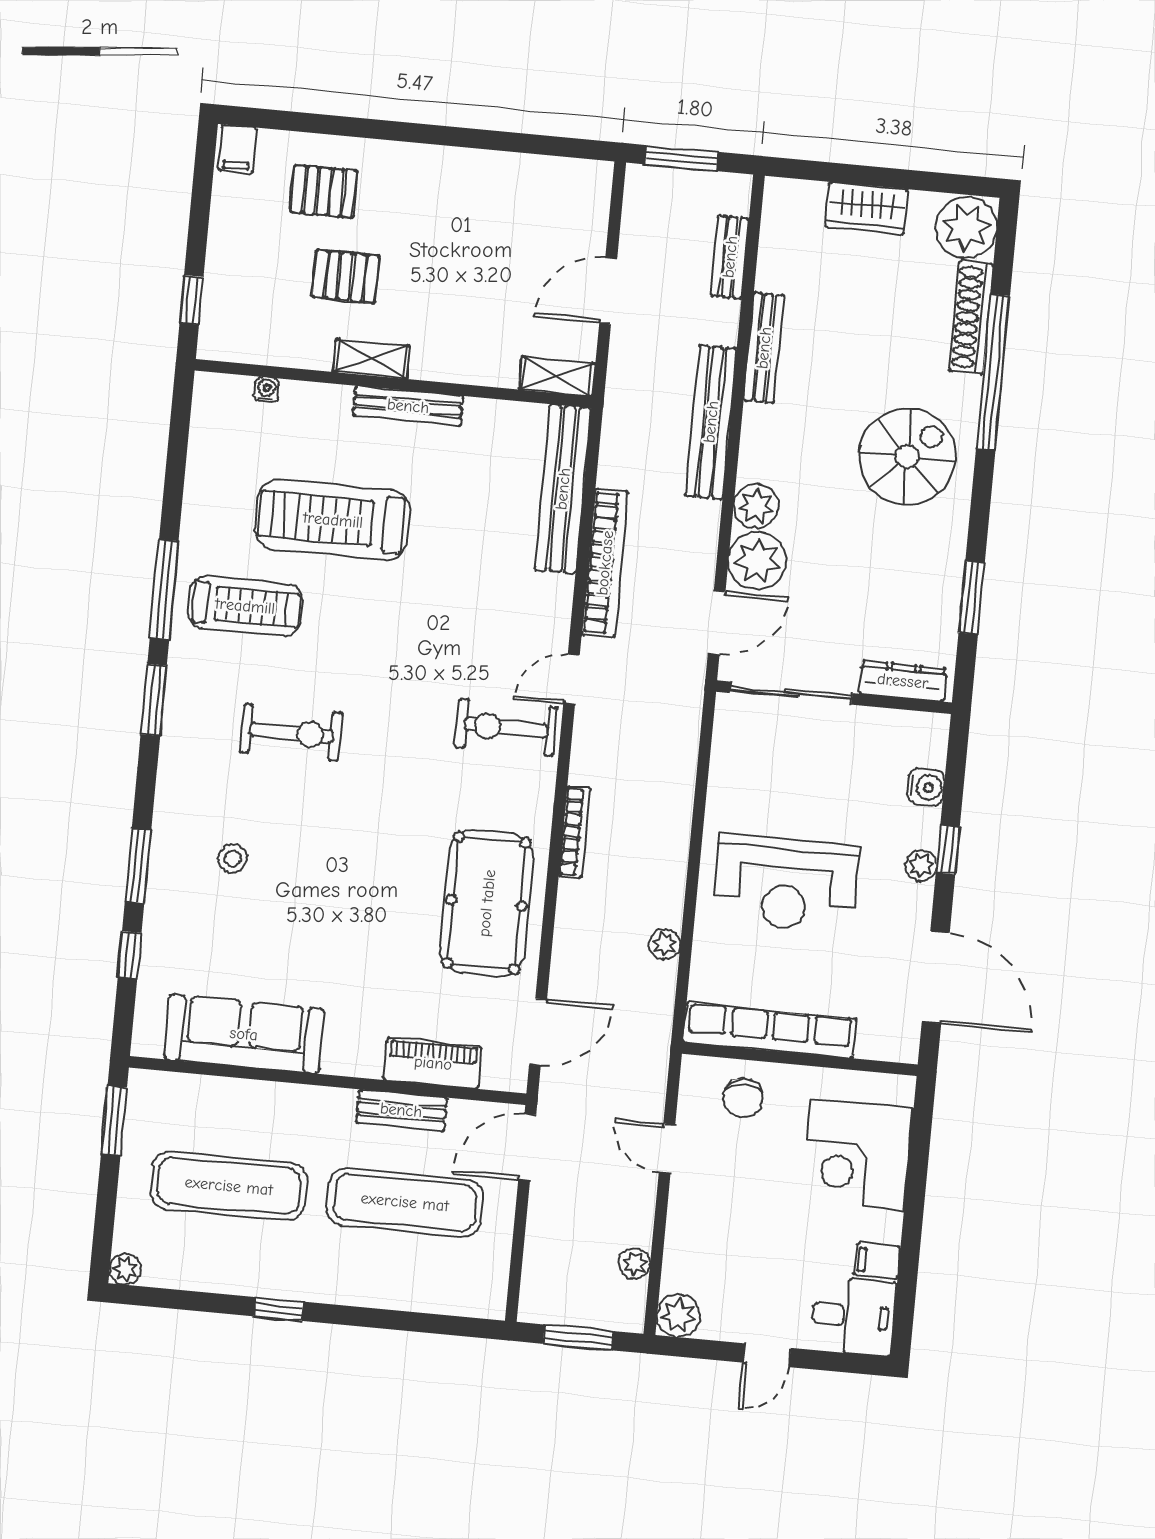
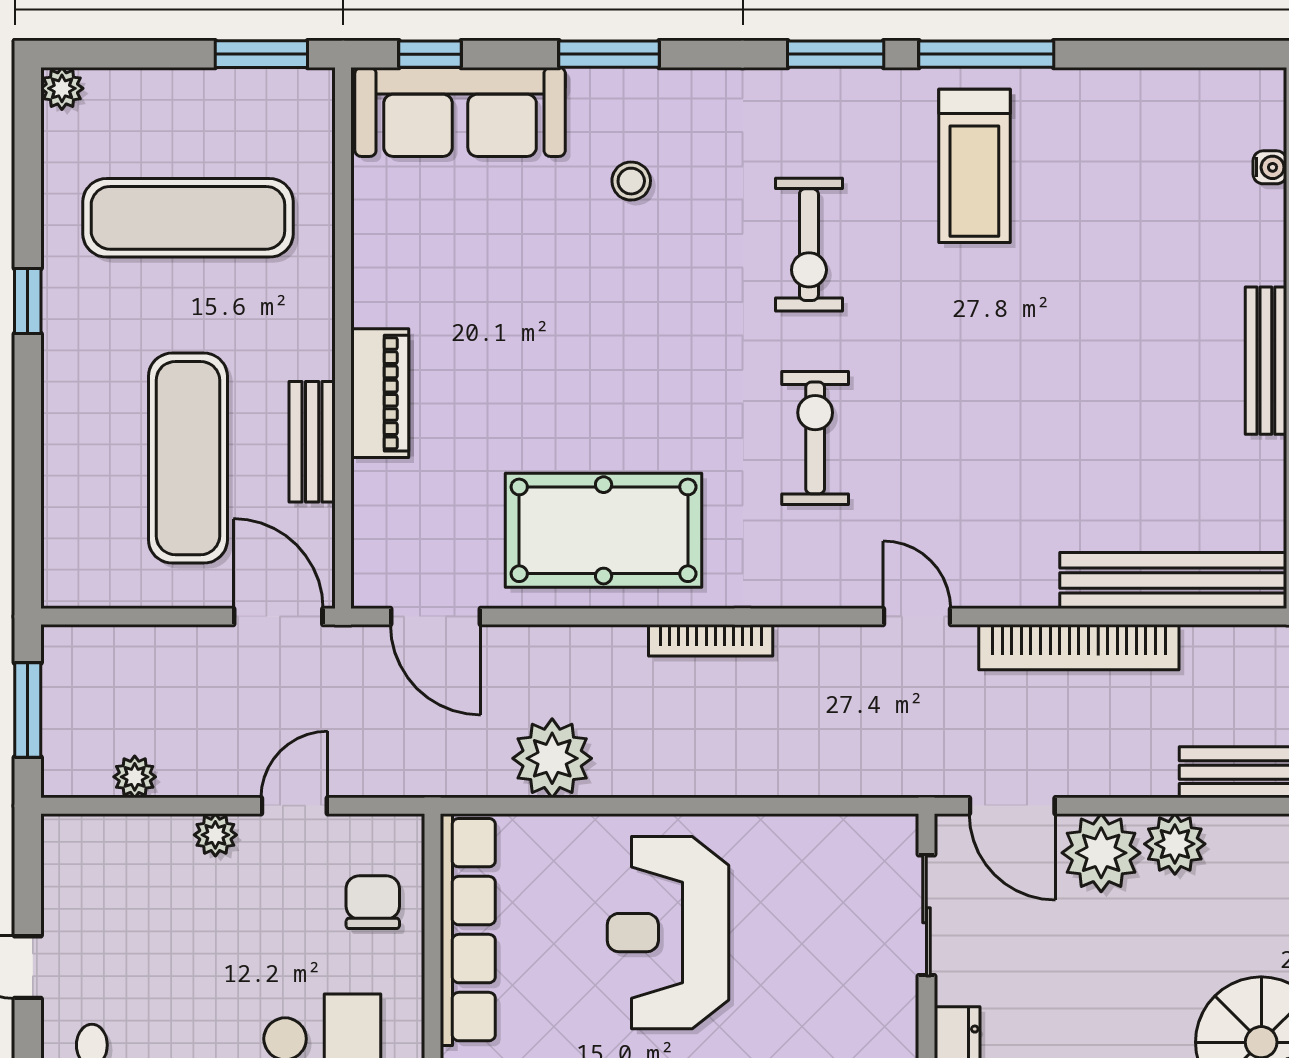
treadmill: (333, 520) -> (1102, 273), removed
sliding door: (791, 693) -> (926, 915), width x0.73
exercise bike: (506, 727) -> (815, 438), moved
plant: (665, 944) -> (552, 758), width x1.87, depth x1.87
window: (130, 955) -> (430, 54), moved
sofa: (244, 1034) -> (460, 112), moved, turned 90
piano: (433, 1063) -> (380, 393), moved
chair: (743, 1098) -> (373, 902), turned 90
exercise mat: (229, 1186) -> (188, 218), turned 90
plant: (679, 1316) -> (215, 835), moved, width x0.73, depth x0.73

